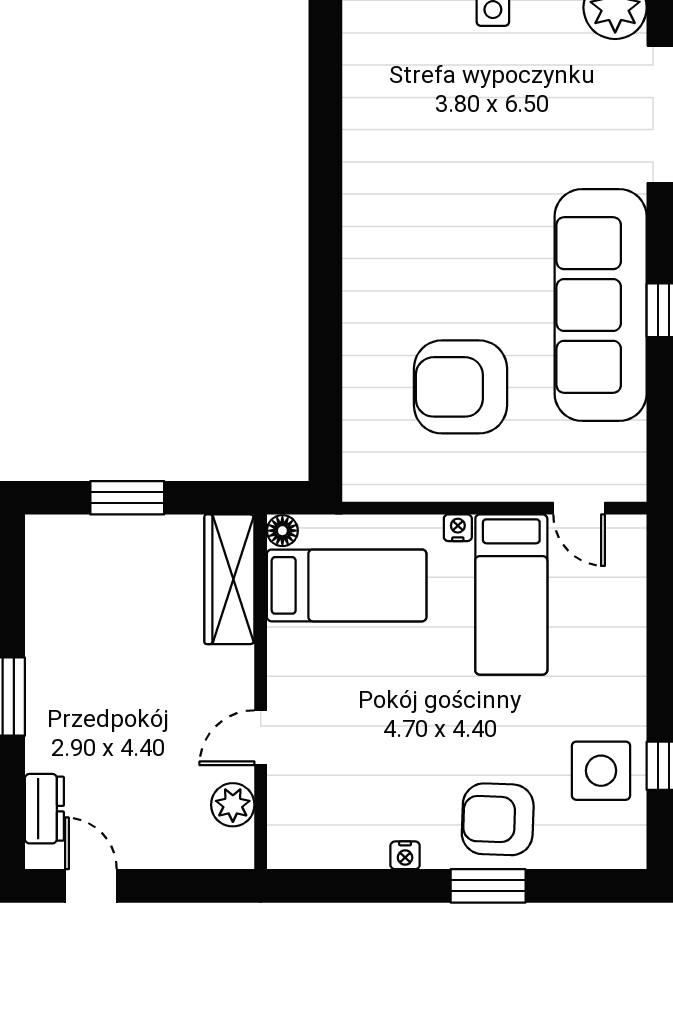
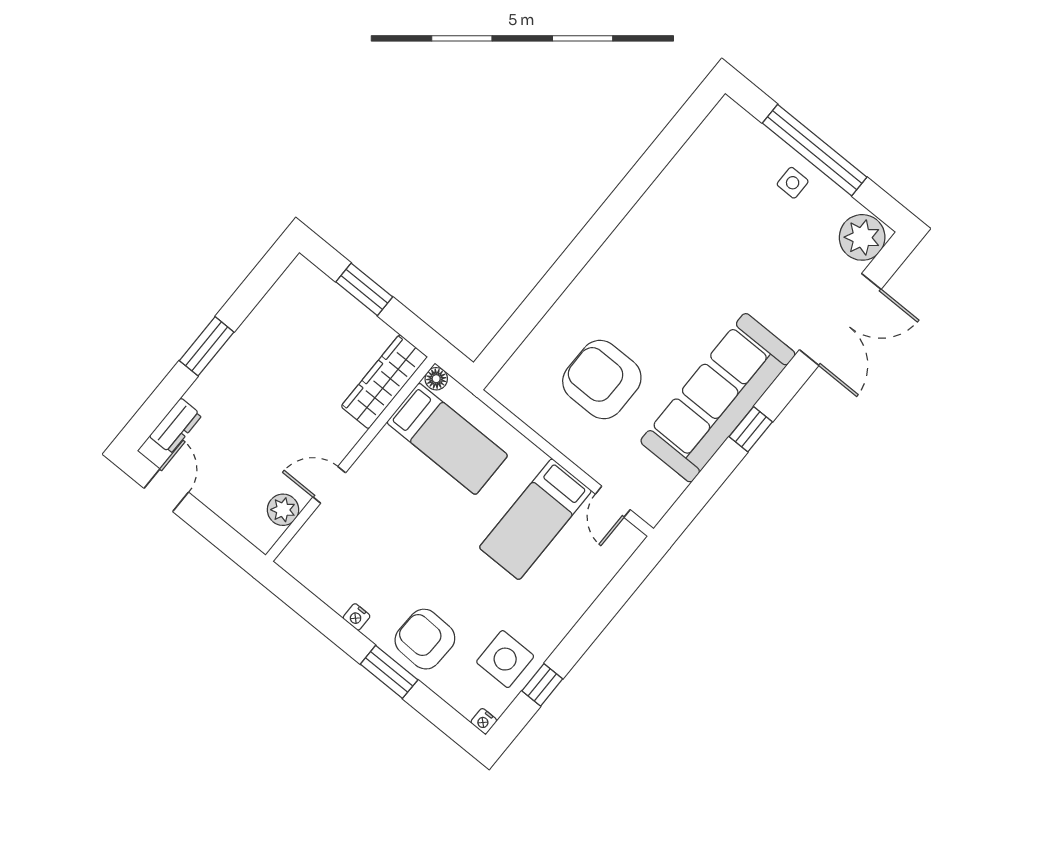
nightstand: (458, 528) -> (484, 721), moved, turned 180

